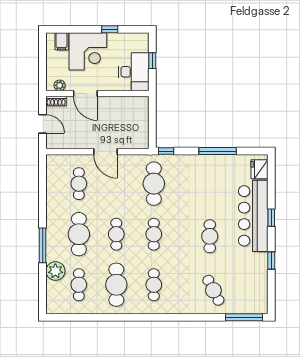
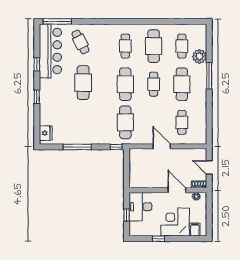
bar counter: (253, 216) -> (50, 51), moved
cafe table: (154, 234) -> (125, 84), width x1.37, depth x1.35
cafe table: (210, 236) -> (83, 83), width x1.37, depth x1.35

